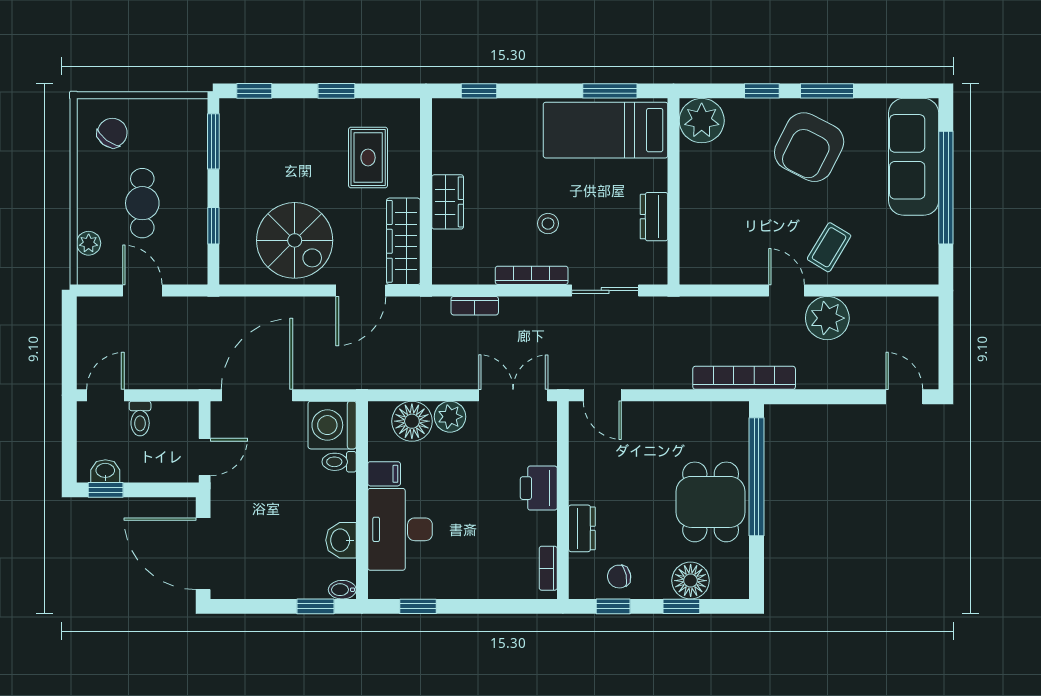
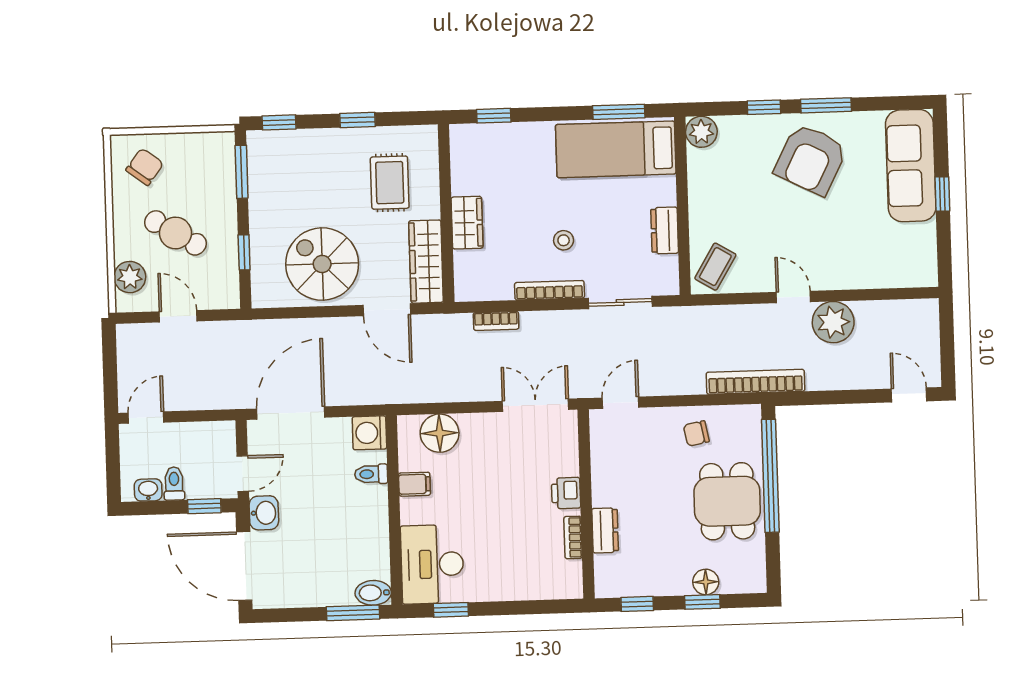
plant: (702, 121) -> (701, 132), width x0.73, depth x0.73
window: (946, 188) -> (942, 194), width x0.32
cafe table: (142, 203) -> (175, 233), turned -59
spiral stairs: (295, 240) -> (322, 264), turned 180
plant: (89, 243) -> (130, 277), width x1.38, depth x1.38
coffee table: (829, 247) -> (715, 267), moved
door: (361, 290) -> (387, 310), hinge flipped
door: (602, 395) -> (621, 403), swing flipped
plant: (450, 417) -> (476, 428), removed
toilet: (140, 419) -> (174, 484), moved, turned 180
washing machine: (332, 425) -> (369, 433), width x0.73, depth x0.73
printer: (539, 488) -> (566, 493), width x0.73, depth x0.81
window: (106, 490) -> (204, 506), moved
desk: (400, 529) -> (432, 564), moved
washbasin: (341, 540) -> (264, 513), moved, turned 180
bookcase: (548, 568) -> (573, 537), moved
chair: (619, 577) -> (696, 433), moved
floor lamp: (691, 581) -> (706, 582), width x0.73, depth x0.73
bidet: (342, 590) -> (373, 593), width x1.38, depth x1.36
window: (316, 606) -> (353, 613), width x1.50

